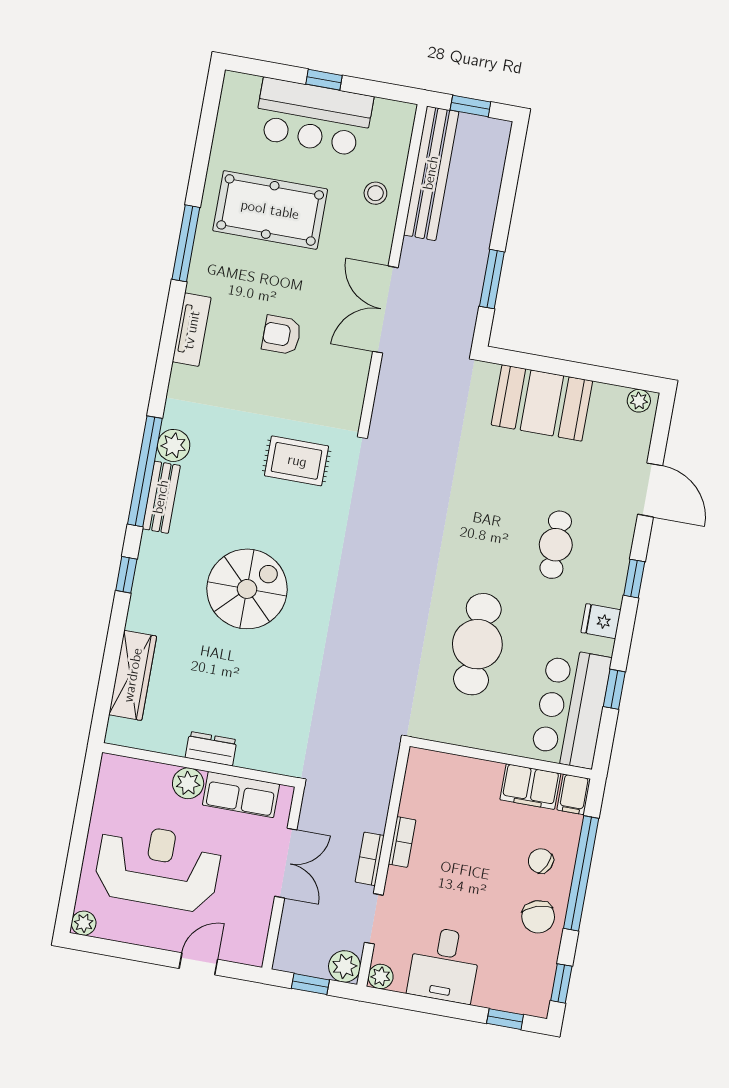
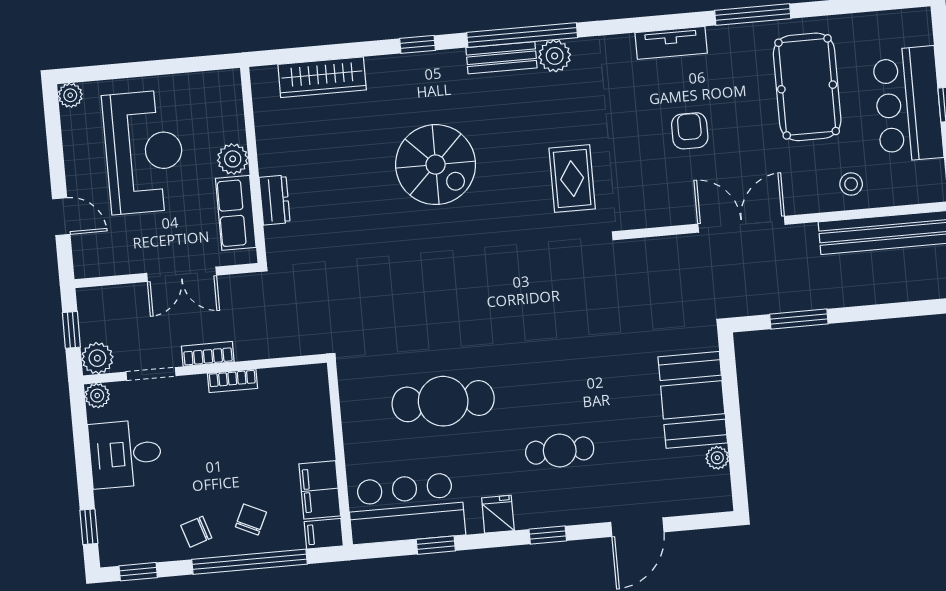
plant: (639, 401) -> (717, 458), moved
dresser: (211, 749) -> (275, 200), moved
chair: (538, 917) -> (196, 532), width x0.73, depth x0.73

